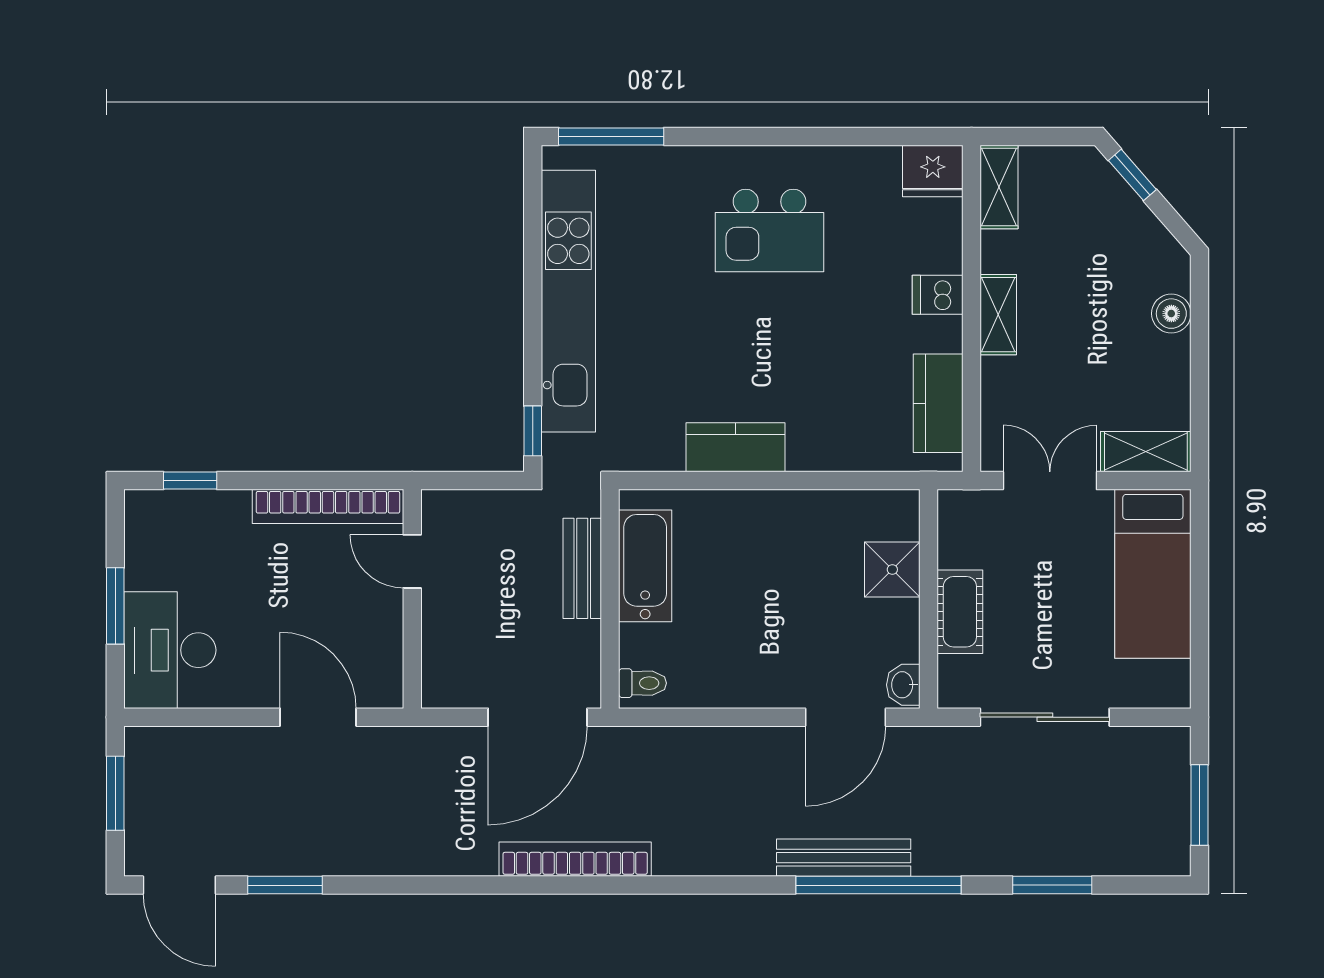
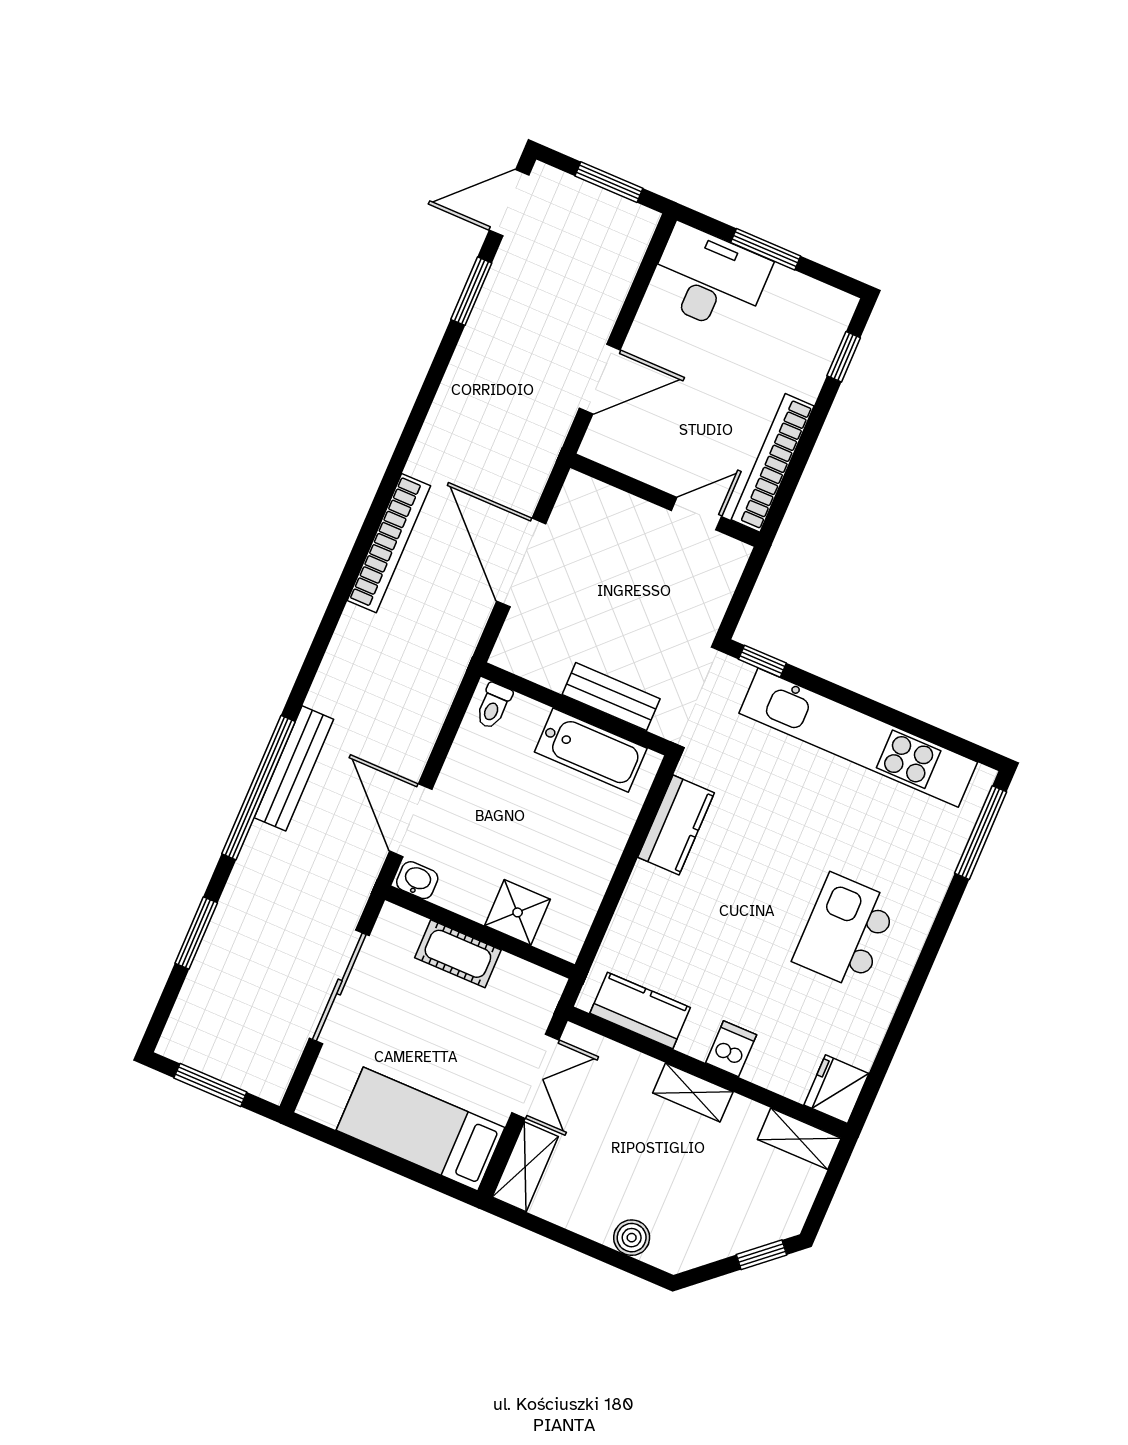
bathtub: (645, 566) -> (591, 750), moved
bench: (582, 568) -> (611, 697), moved
wall: (610, 599) -> (576, 709), moved
toilet: (643, 683) -> (494, 706), moved

